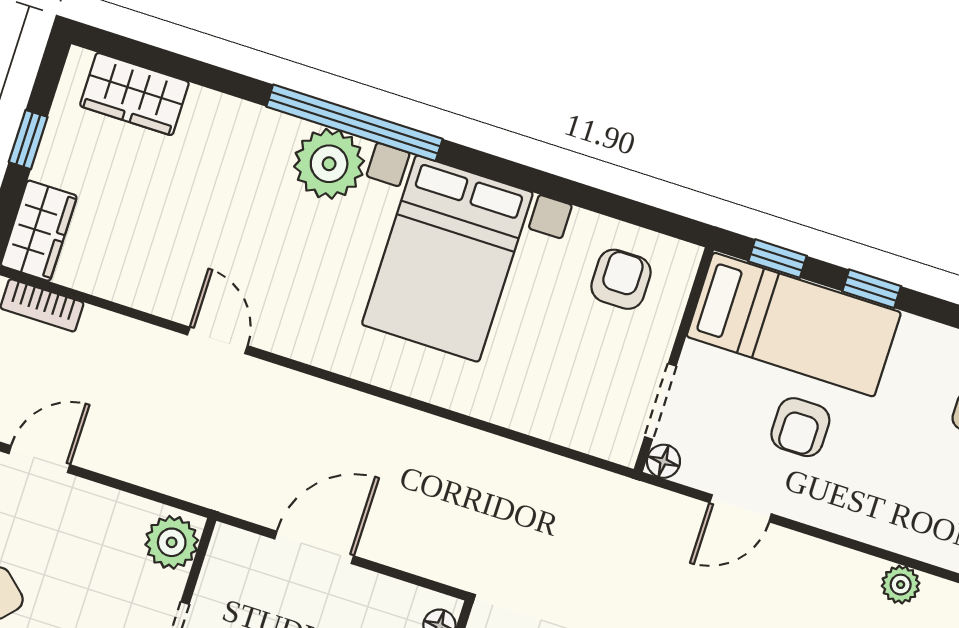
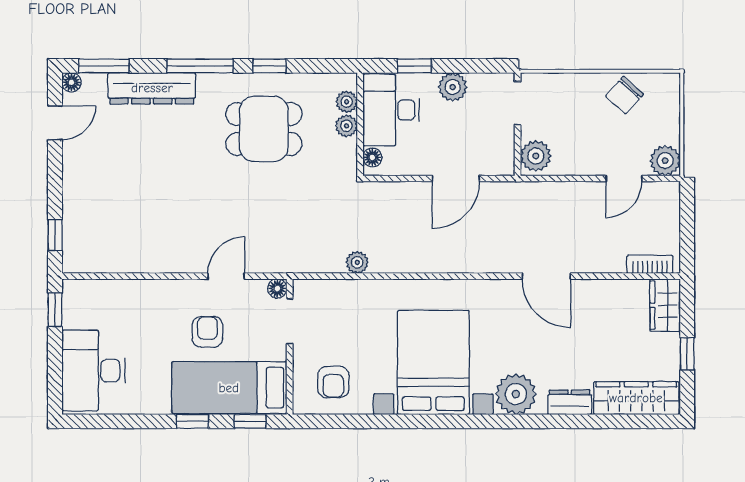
wardrobe: (134, 94) -> (636, 398), width x1.50
dresser: (246, 122) -> (570, 402), added
window: (354, 123) -> (509, 421), removed
door: (217, 340) -> (546, 276), width x1.38
plant: (901, 585) -> (357, 262), moved

